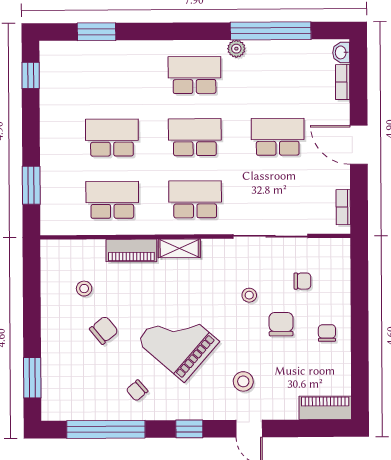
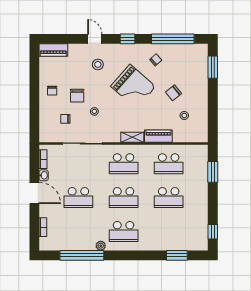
washbasin: (341, 52) -> (44, 175), moved

